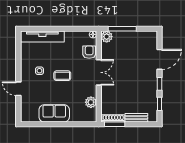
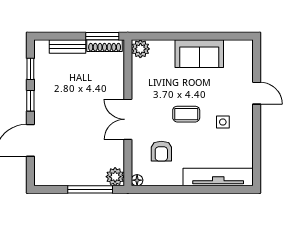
armchair: (89, 52) -> (161, 151), moved
plant: (91, 102) -> (140, 49), moved

